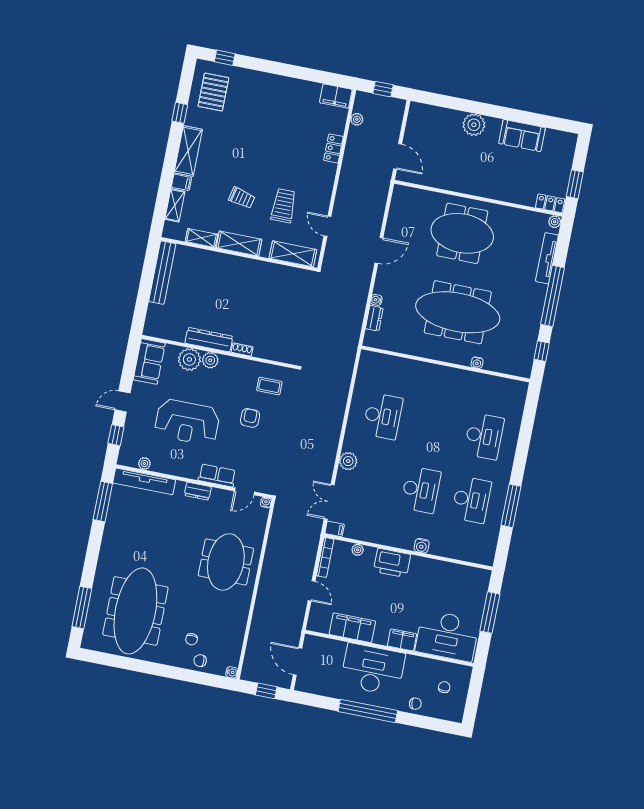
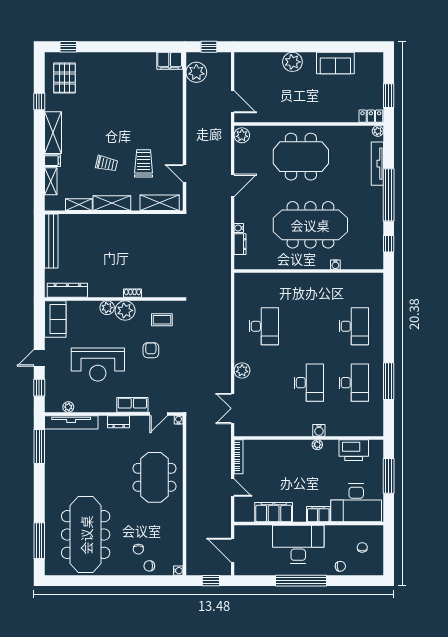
plant: (357, 119) -> (196, 72), width x1.87, depth x1.87
locker: (333, 148) -> (177, 106), removed
plant: (400, 196) -> (242, 135), added
dresser: (209, 340) -> (67, 290), moved
plant: (189, 359) -> (125, 310), moved
filing cabinet: (335, 529) -> (242, 431), removed
plant: (358, 550) -> (317, 445), moved
printer: (392, 563) -> (354, 450), moved

